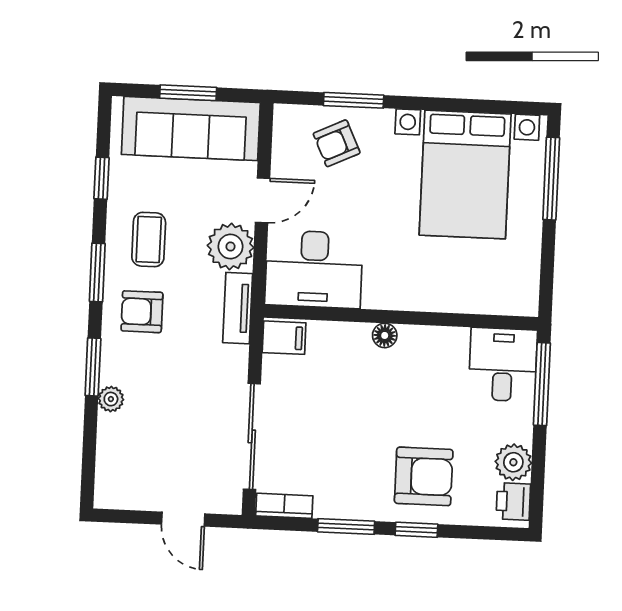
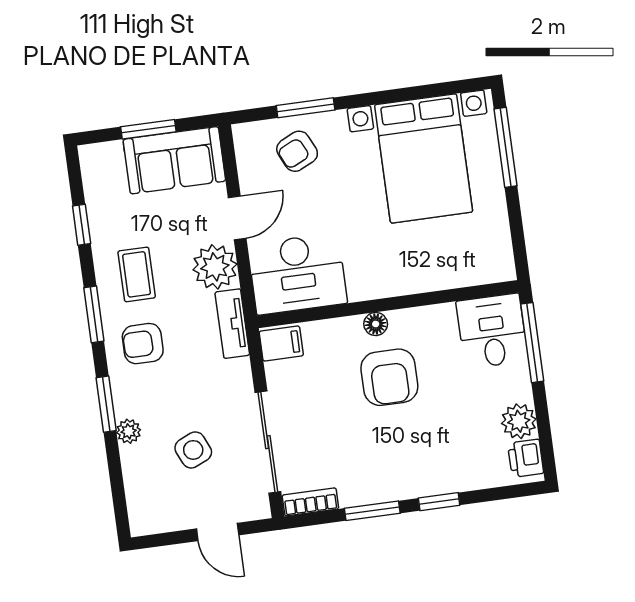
sofa: (191, 129) -> (174, 160), width x0.73
side table: (174, 430) -> (193, 450), added
armchair: (424, 476) -> (389, 377), moved, turned 90

